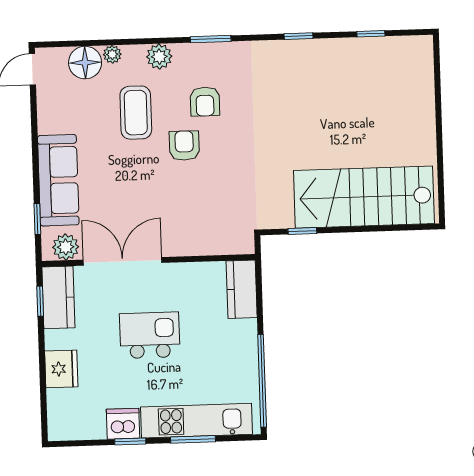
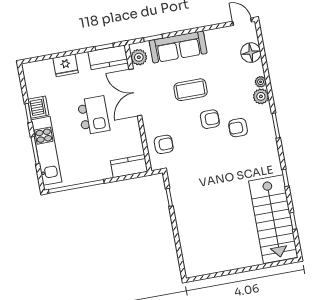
plant: (112, 54) -> (261, 82), moved
coffee table: (136, 113) -> (191, 90), moved
stairs: (364, 197) -> (273, 219), moved, turned 180
armchair: (214, 227) -> (164, 144), added
double door: (122, 261) -> (135, 92), swing flipped

